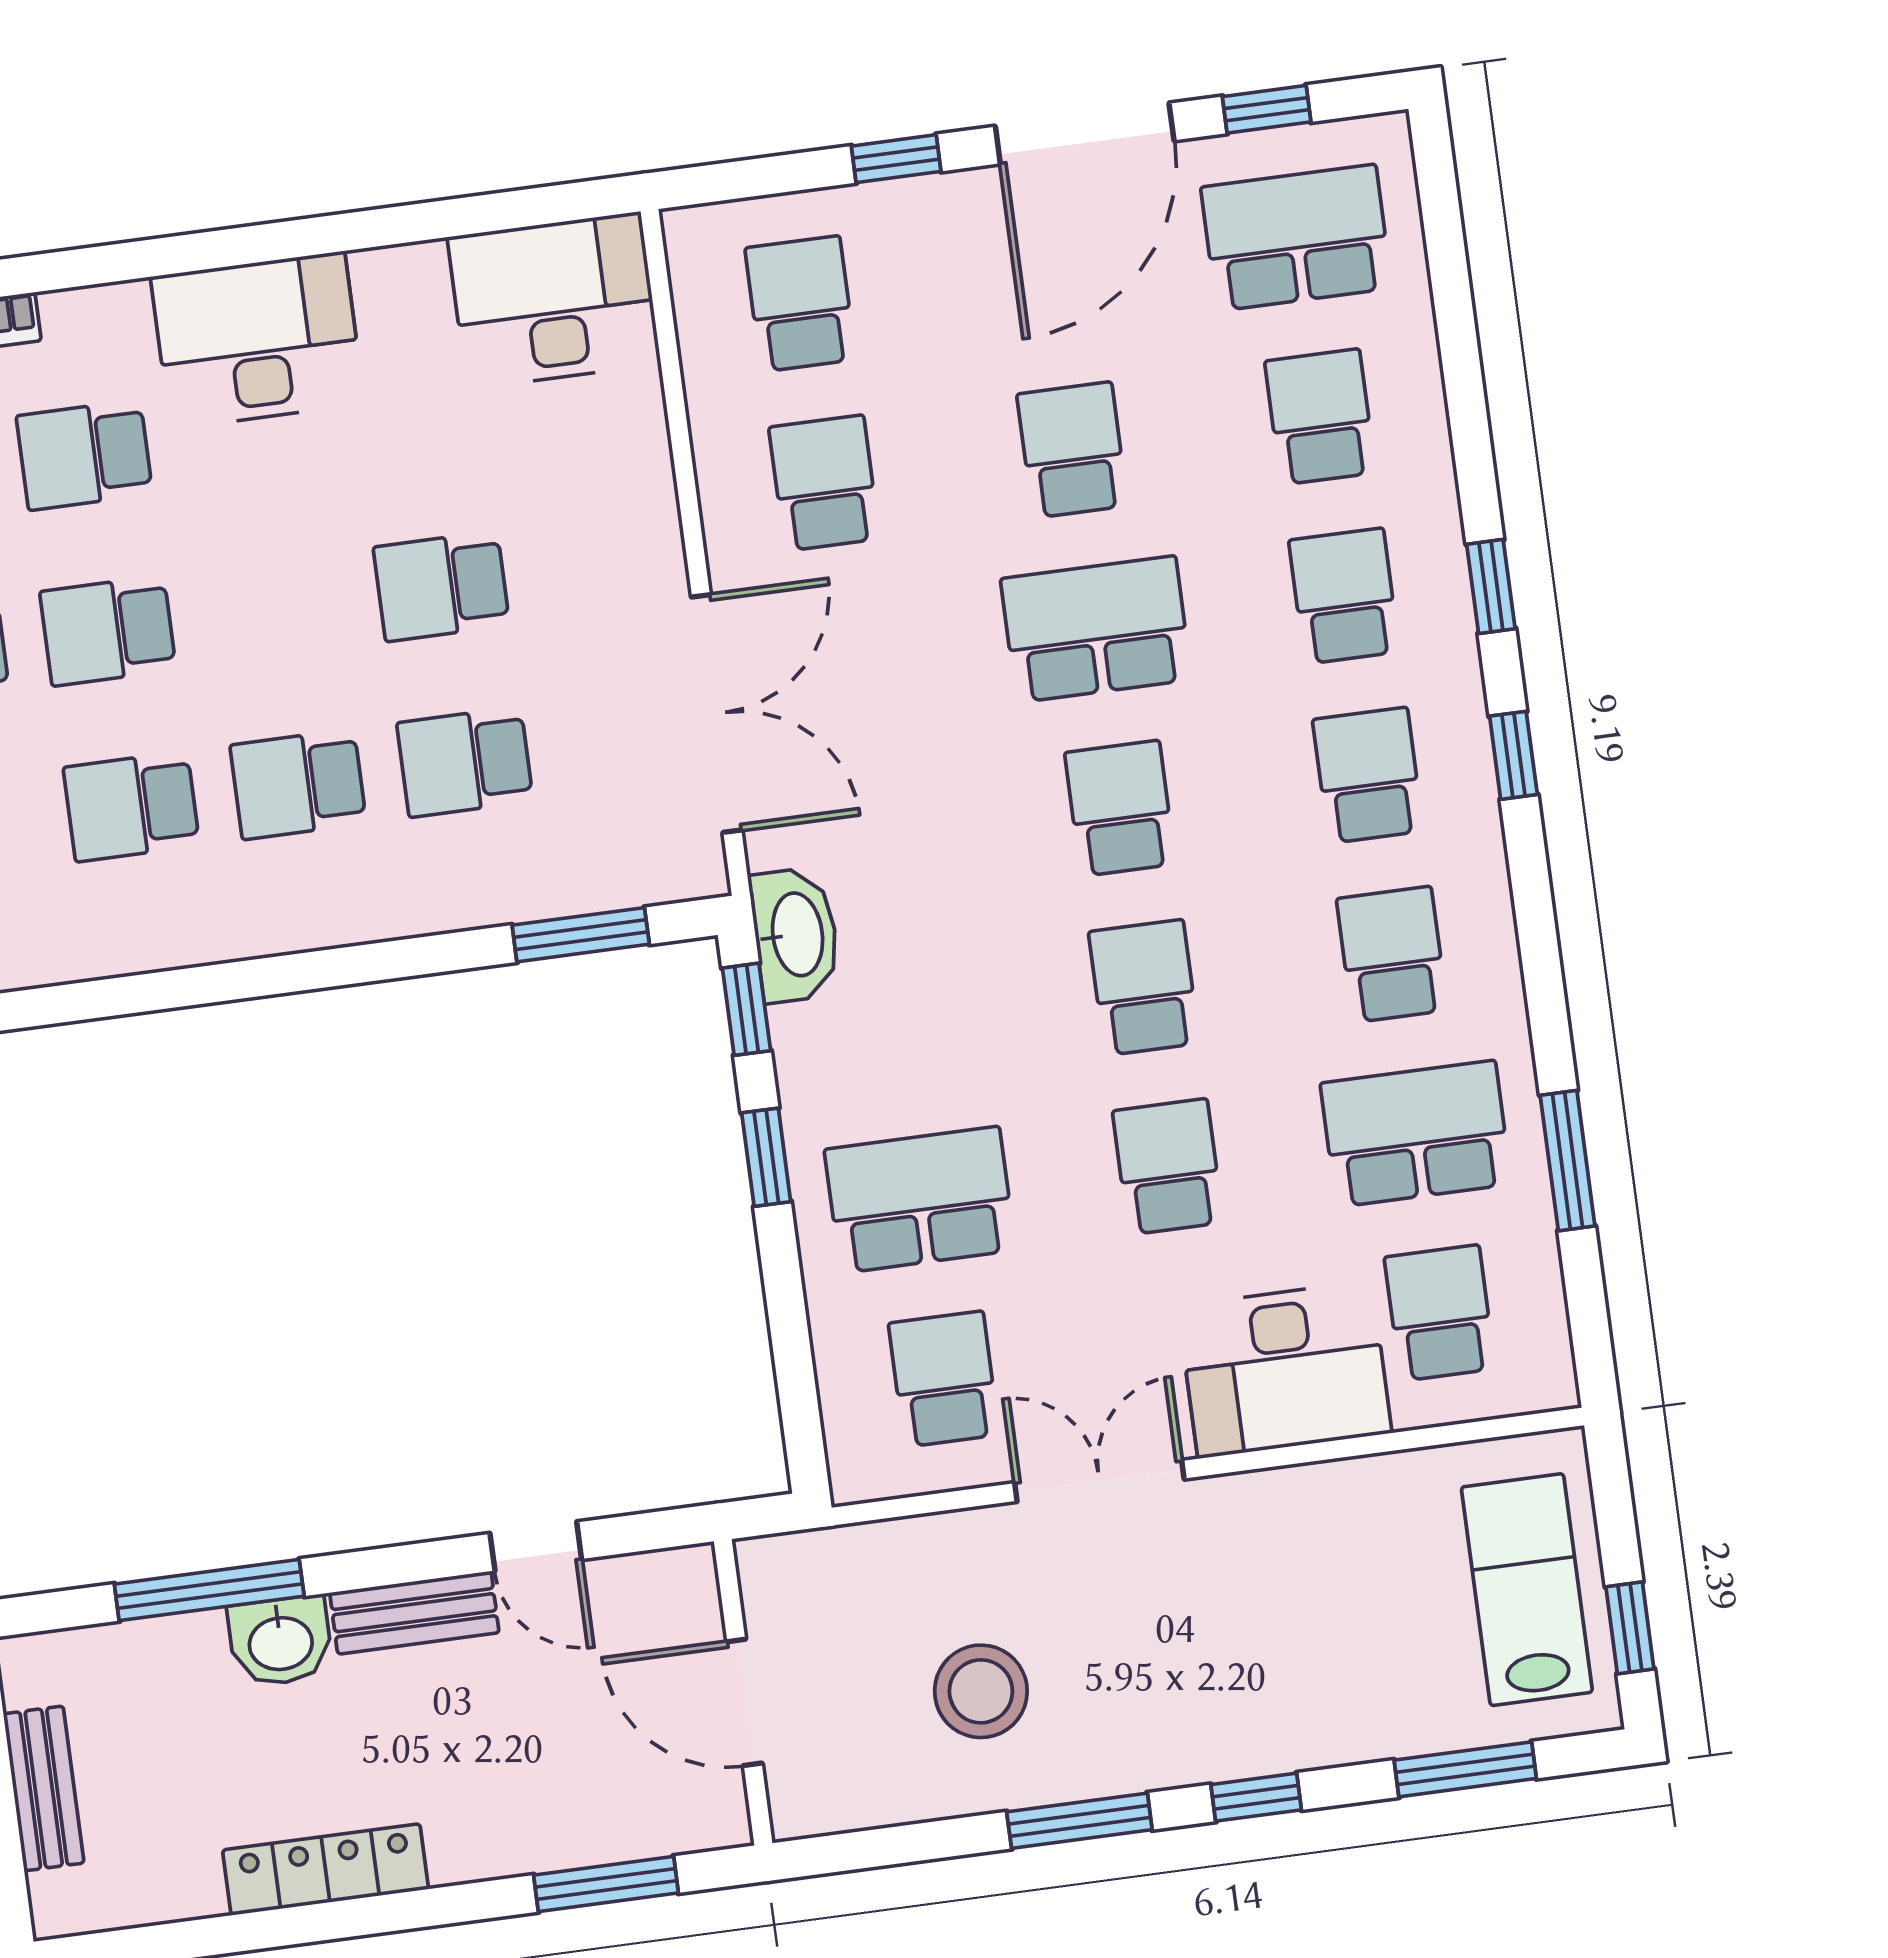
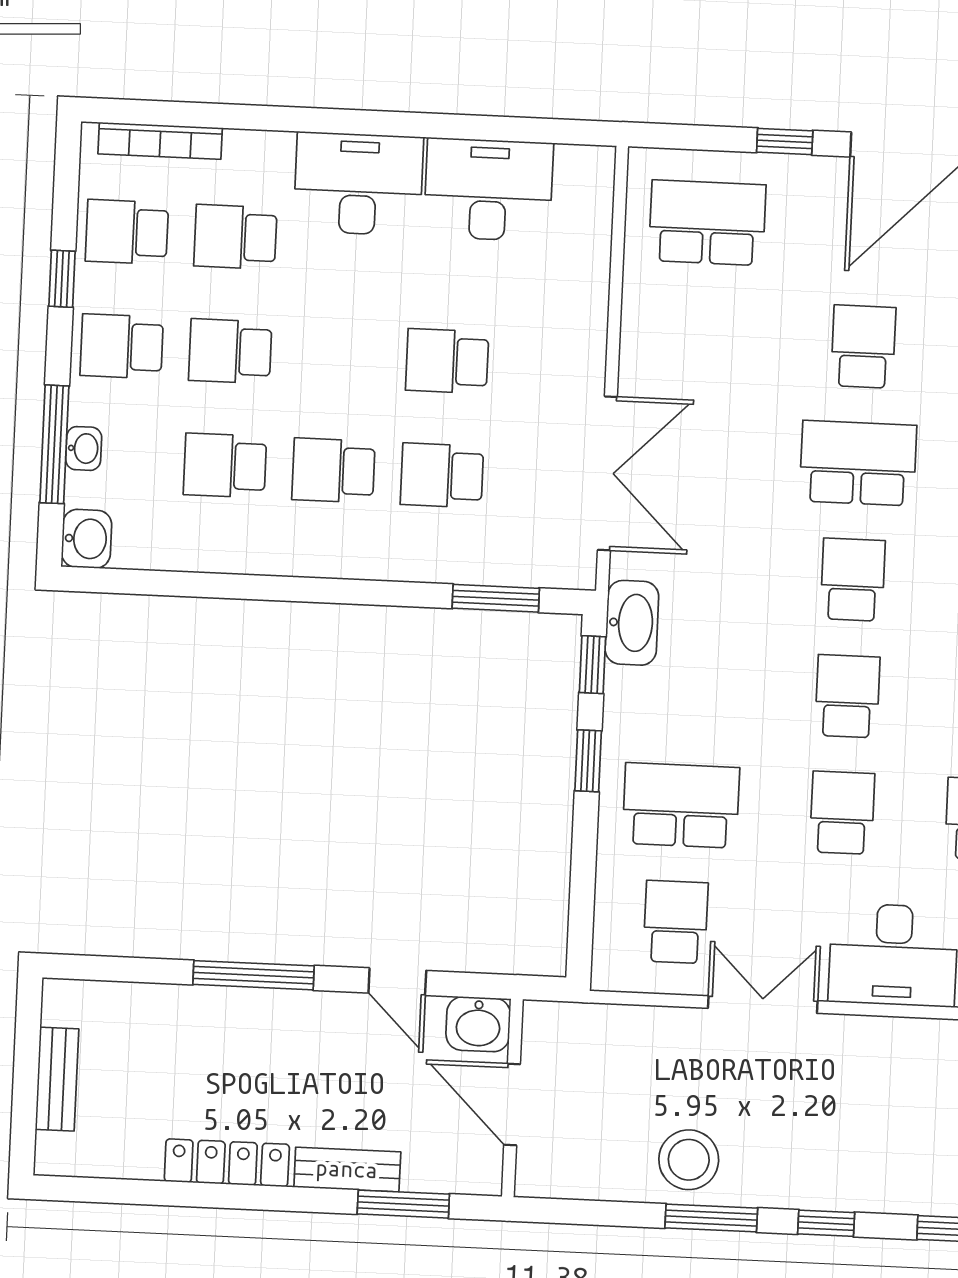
desk: (554, 300) -> (489, 190), moved
school desk: (800, 304) -> (707, 223), width x1.85
school desk: (824, 483) -> (702, 339), removed
window: (209, 1590) -> (253, 975), moved
bench: (414, 1613) -> (347, 1169), moved
washbasin: (280, 1641) -> (478, 1024), moved
stool: (981, 1691) -> (689, 1160), moved

